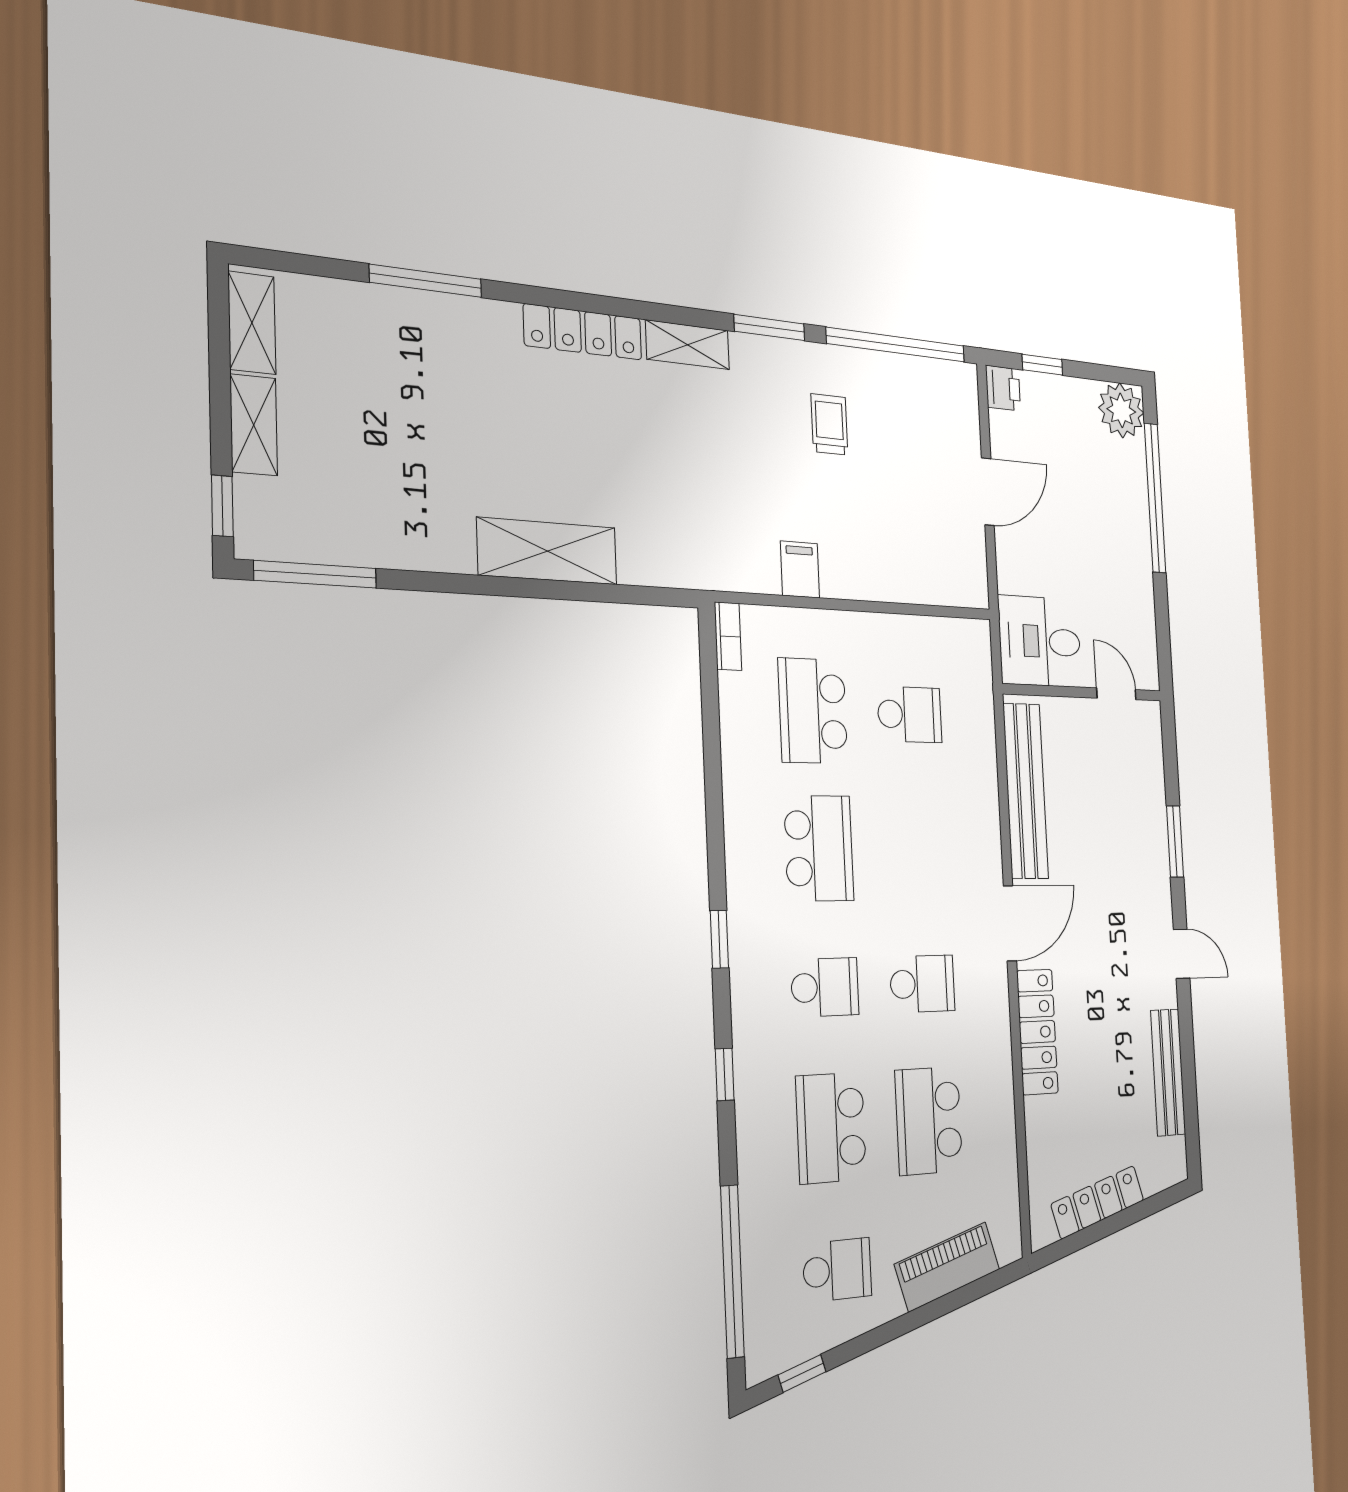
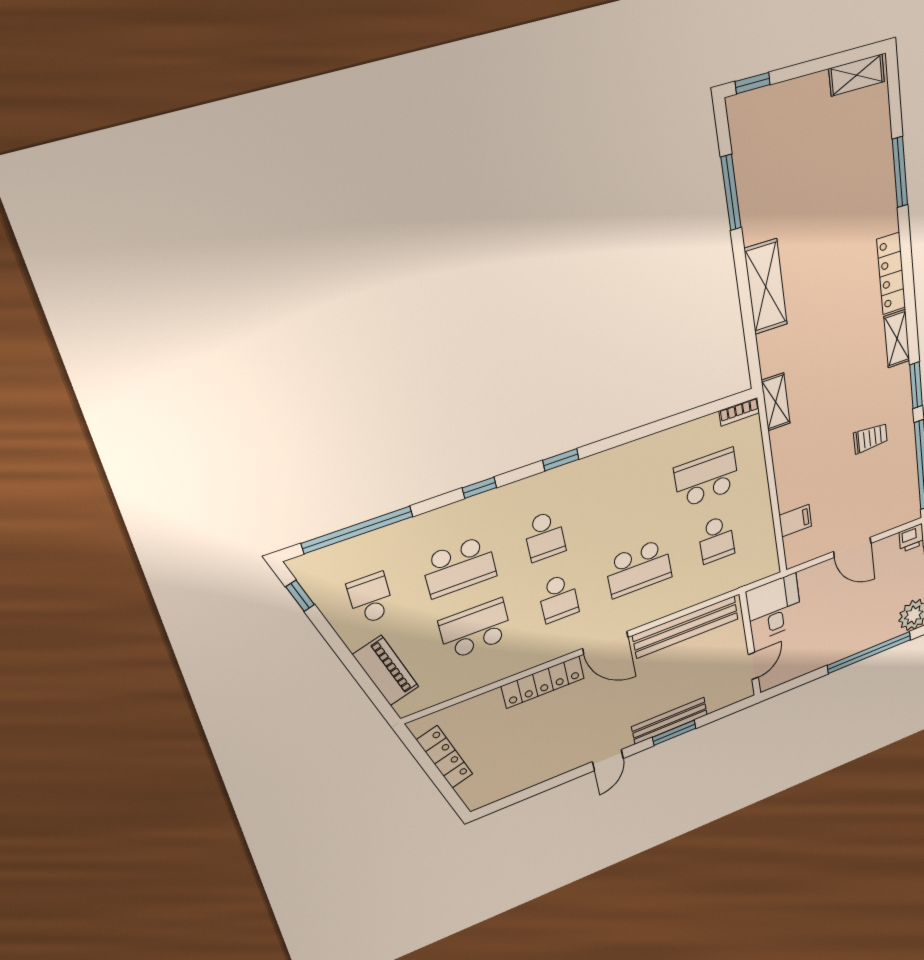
shelving: (254, 425) -> (776, 402), moved, turned 90
filing cabinet: (800, 570) -> (795, 521), moved
window: (316, 574) -> (731, 193), moved
school desk: (819, 848) -> (639, 568), moved
bench: (1168, 1072) -> (670, 721), moved
school desk: (831, 1128) -> (459, 567), turned 180
school desk: (837, 1270) -> (371, 599), turned 180

